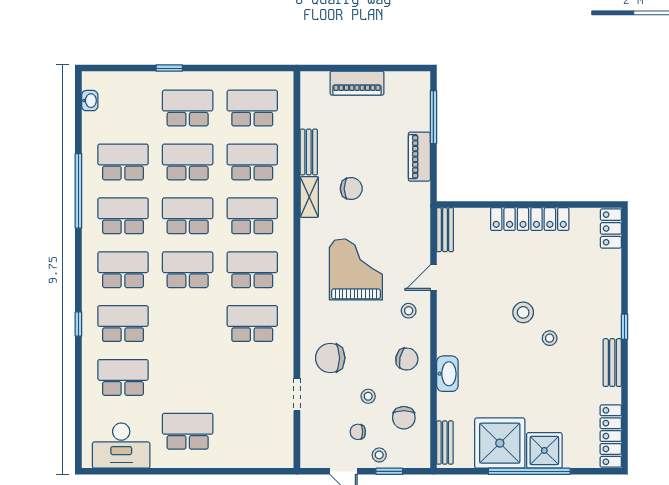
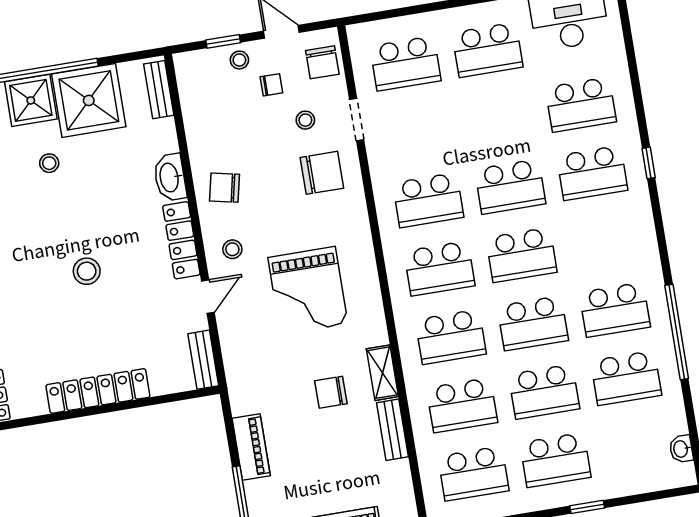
school desk: (123, 270) -> (510, 187), moved
locker: (447, 324) -> (181, 240), added
stool: (550, 338) -> (49, 163), moved
stool: (368, 396) -> (305, 120), moved
chair: (404, 418) -> (322, 62), moved, turned 180
school desk: (252, 431) -> (405, 63), added

